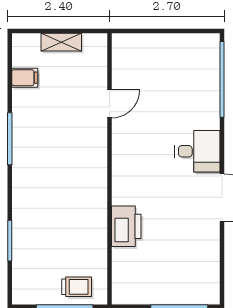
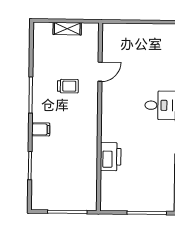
filing cabinet: (25, 78) -> (41, 129), moved
trolley: (77, 287) -> (68, 86), moved

